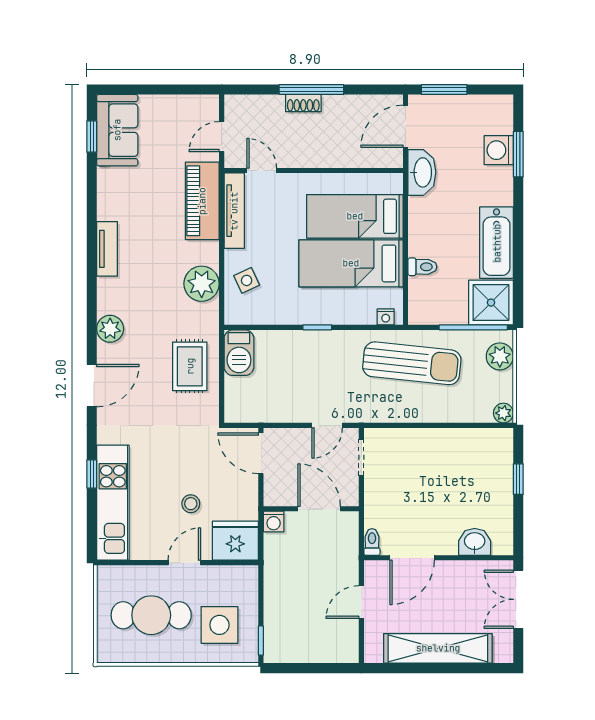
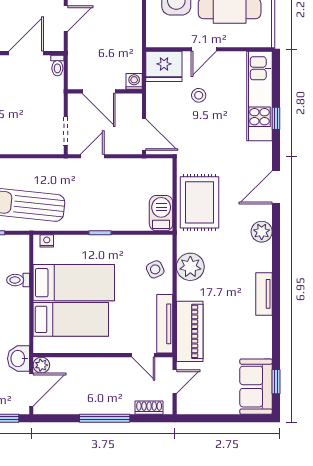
shoe rack: (303, 103) -> (149, 408), moved
plant: (392, 158) -> (41, 365), added
washbasin: (422, 172) -> (18, 359), width x0.72
rug: (190, 366) -> (199, 202), width x1.36, depth x1.43

